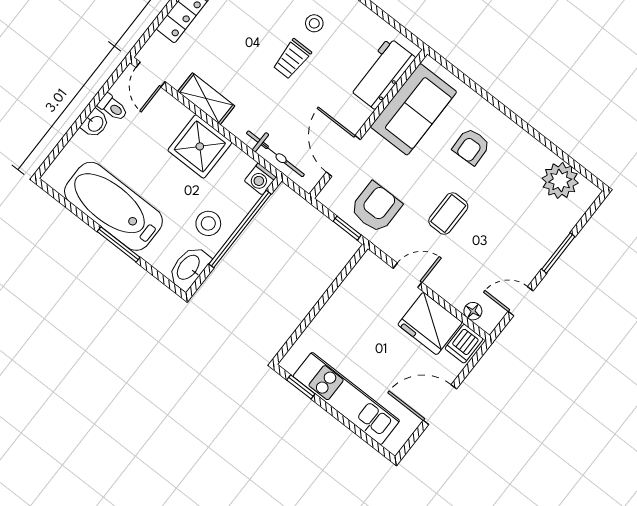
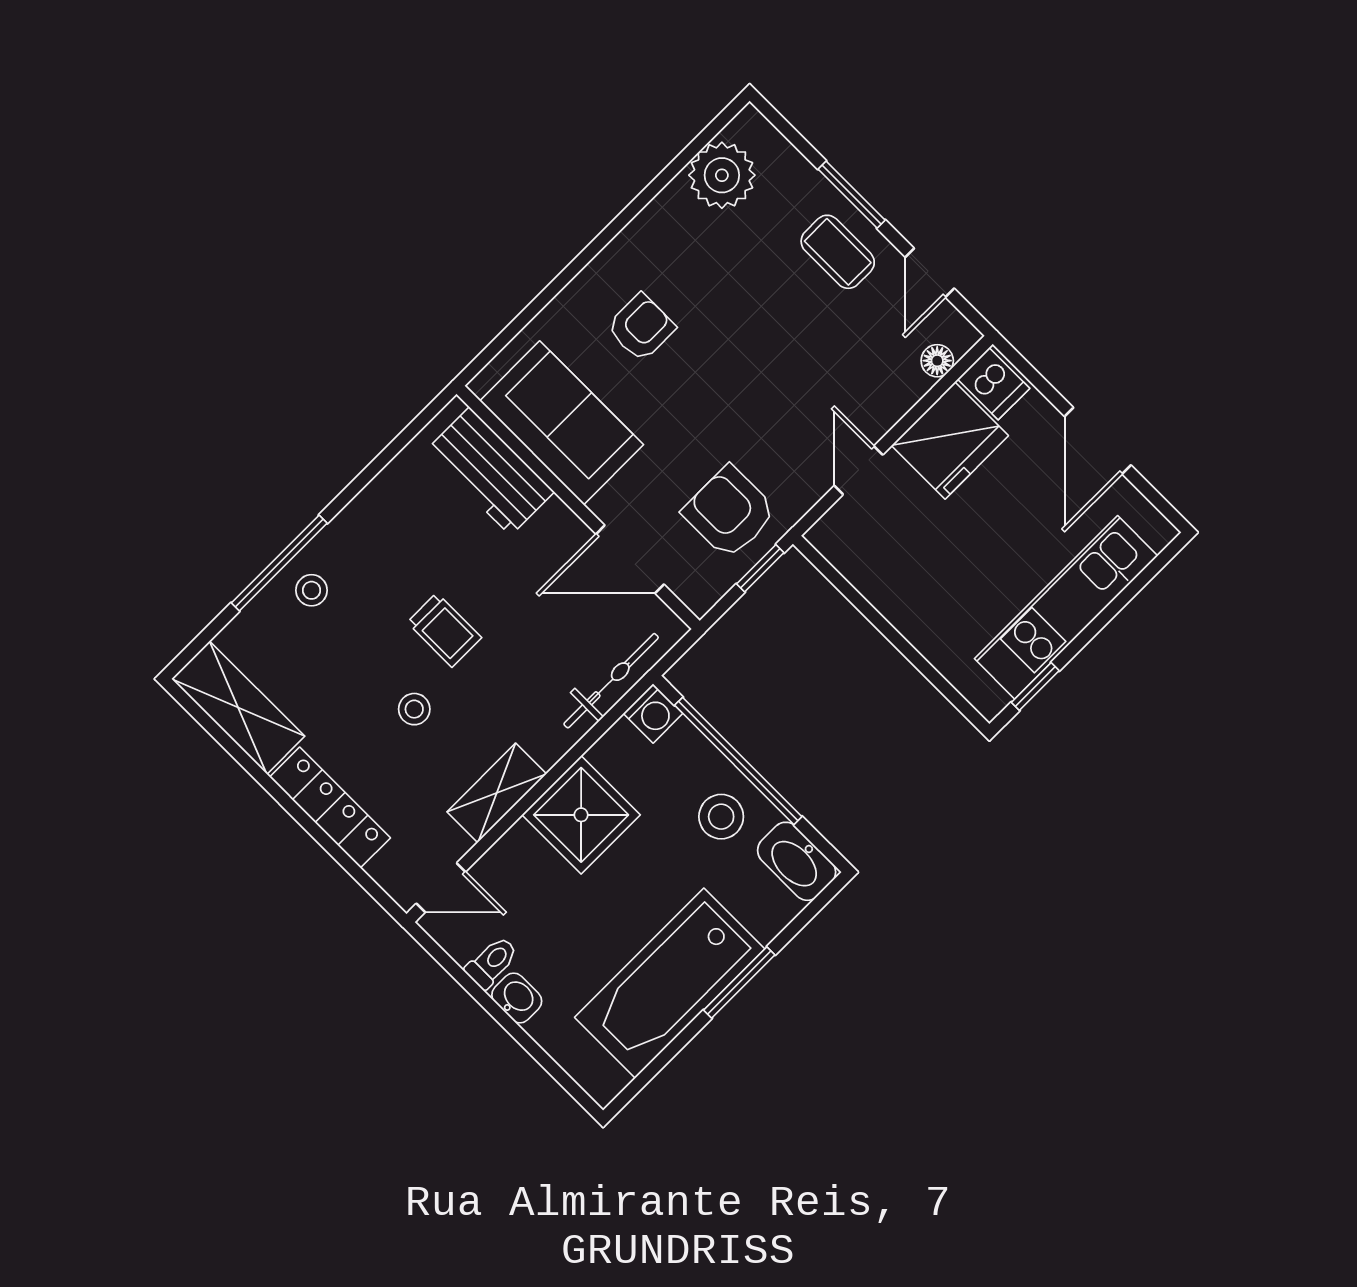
stool: (314, 23) -> (414, 709), moved
armchair: (471, 146) -> (641, 327), turned -88
coffee table: (448, 214) -> (838, 252), moved

